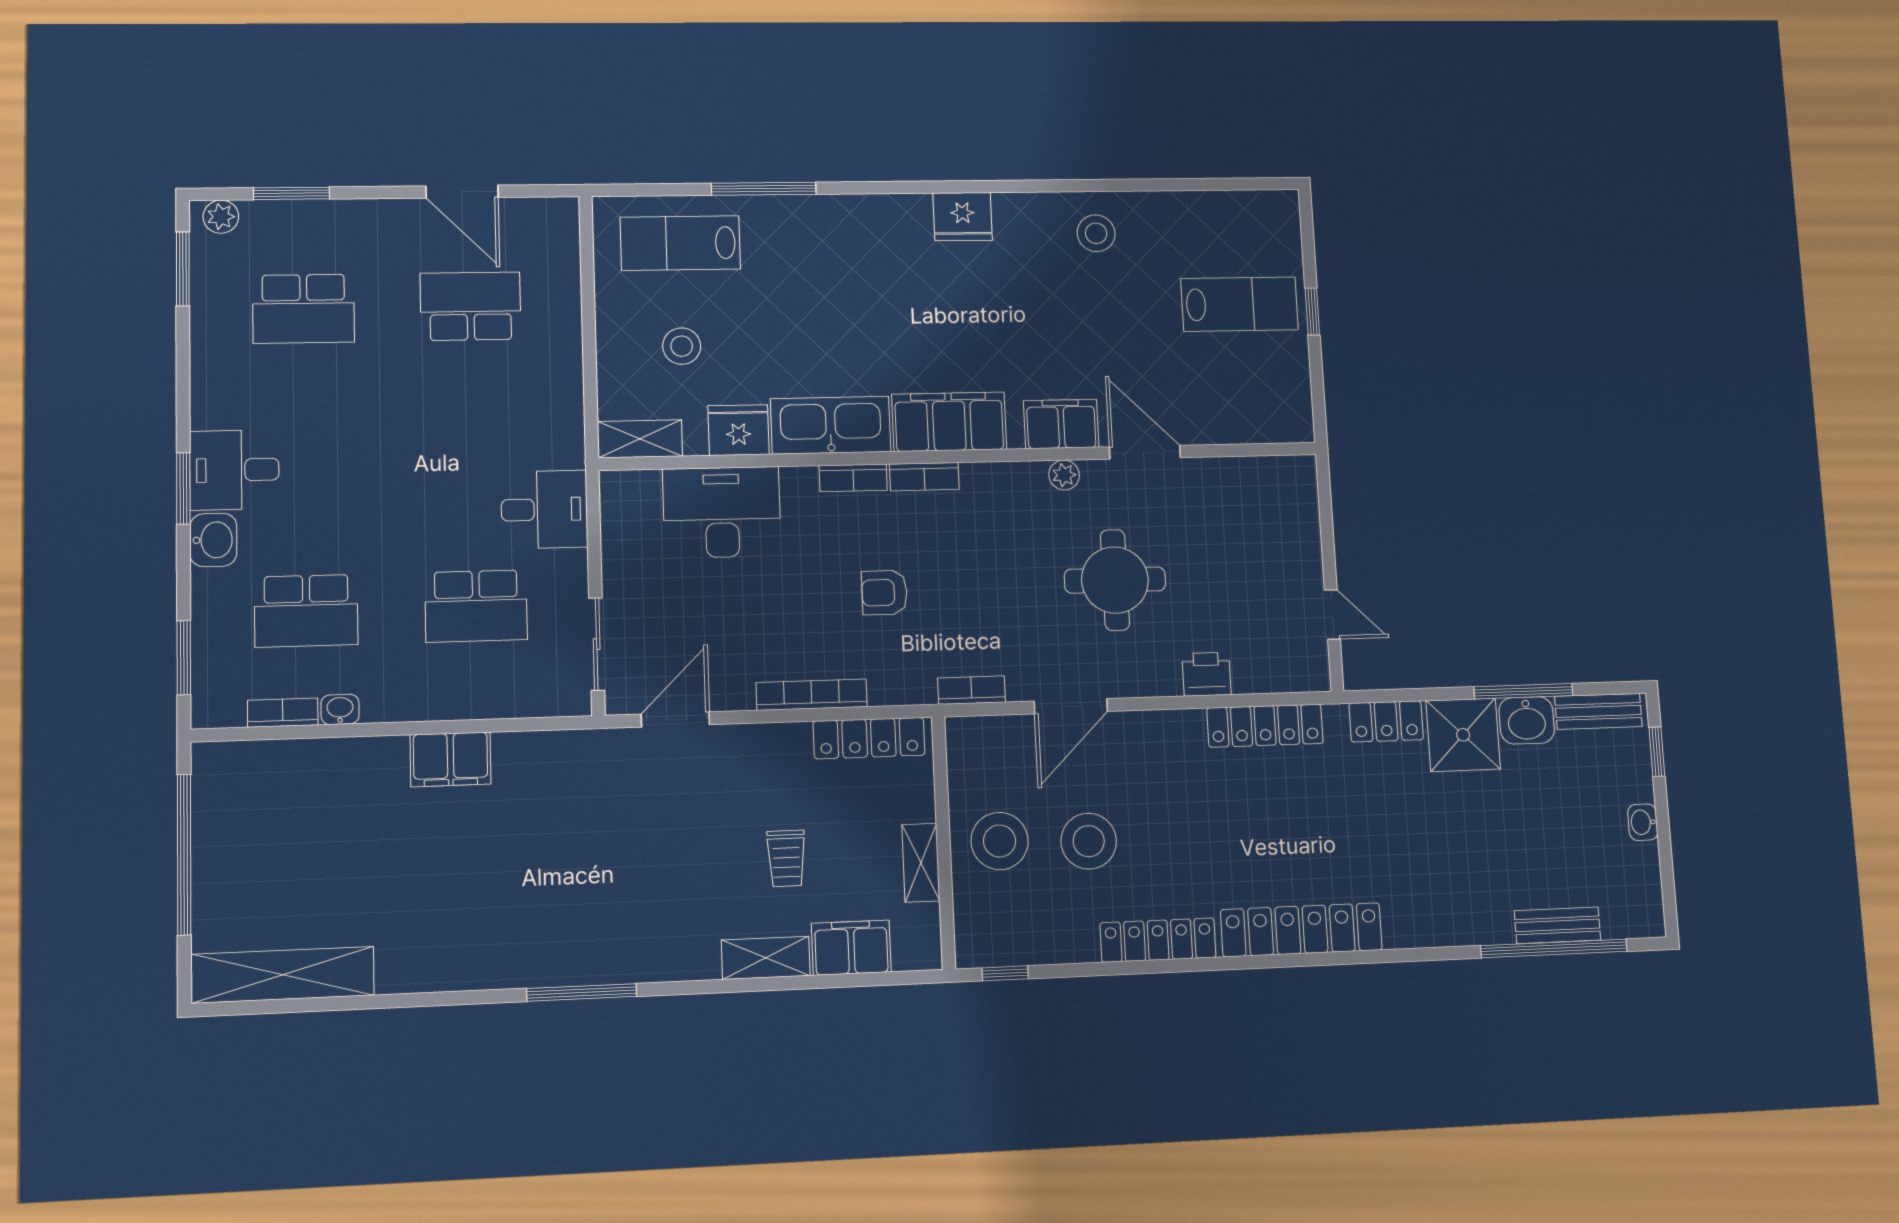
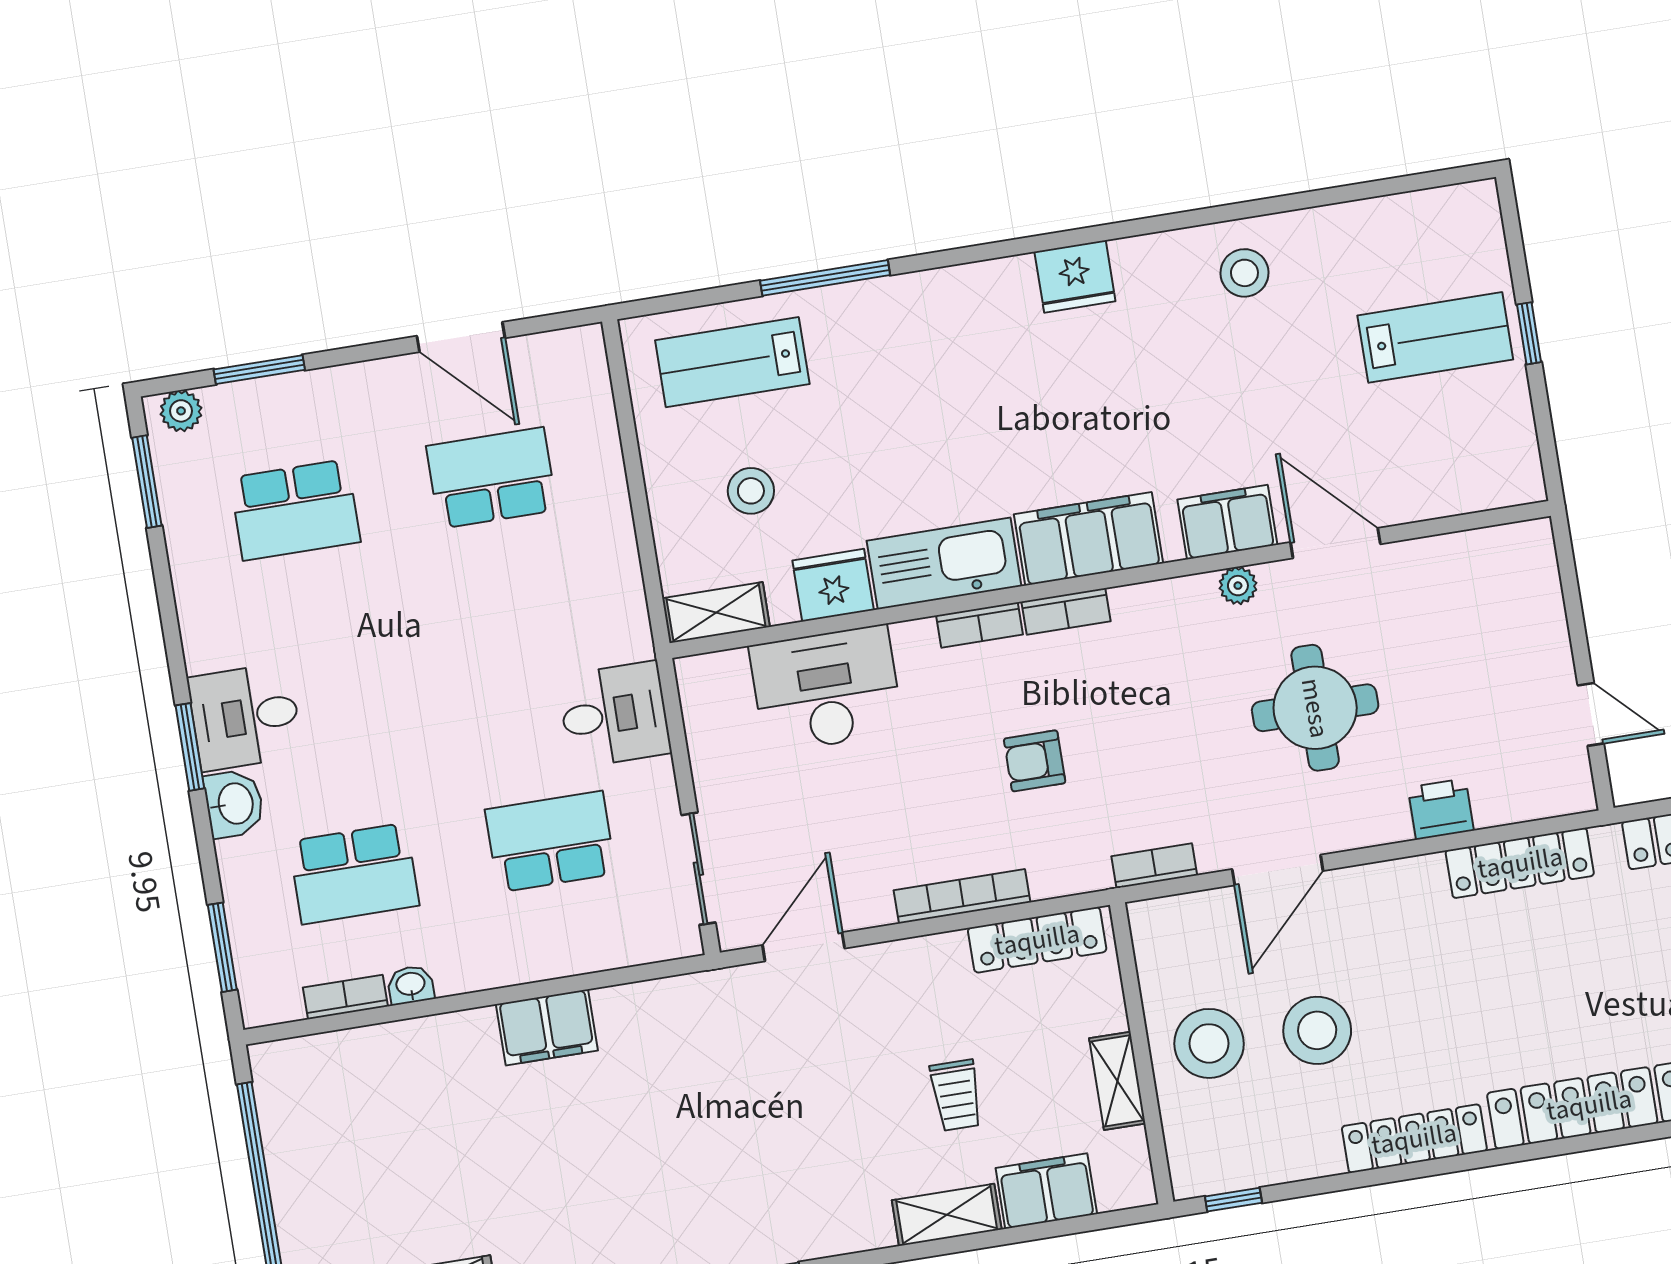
school desk: (476, 606) -> (550, 842), turned 180

